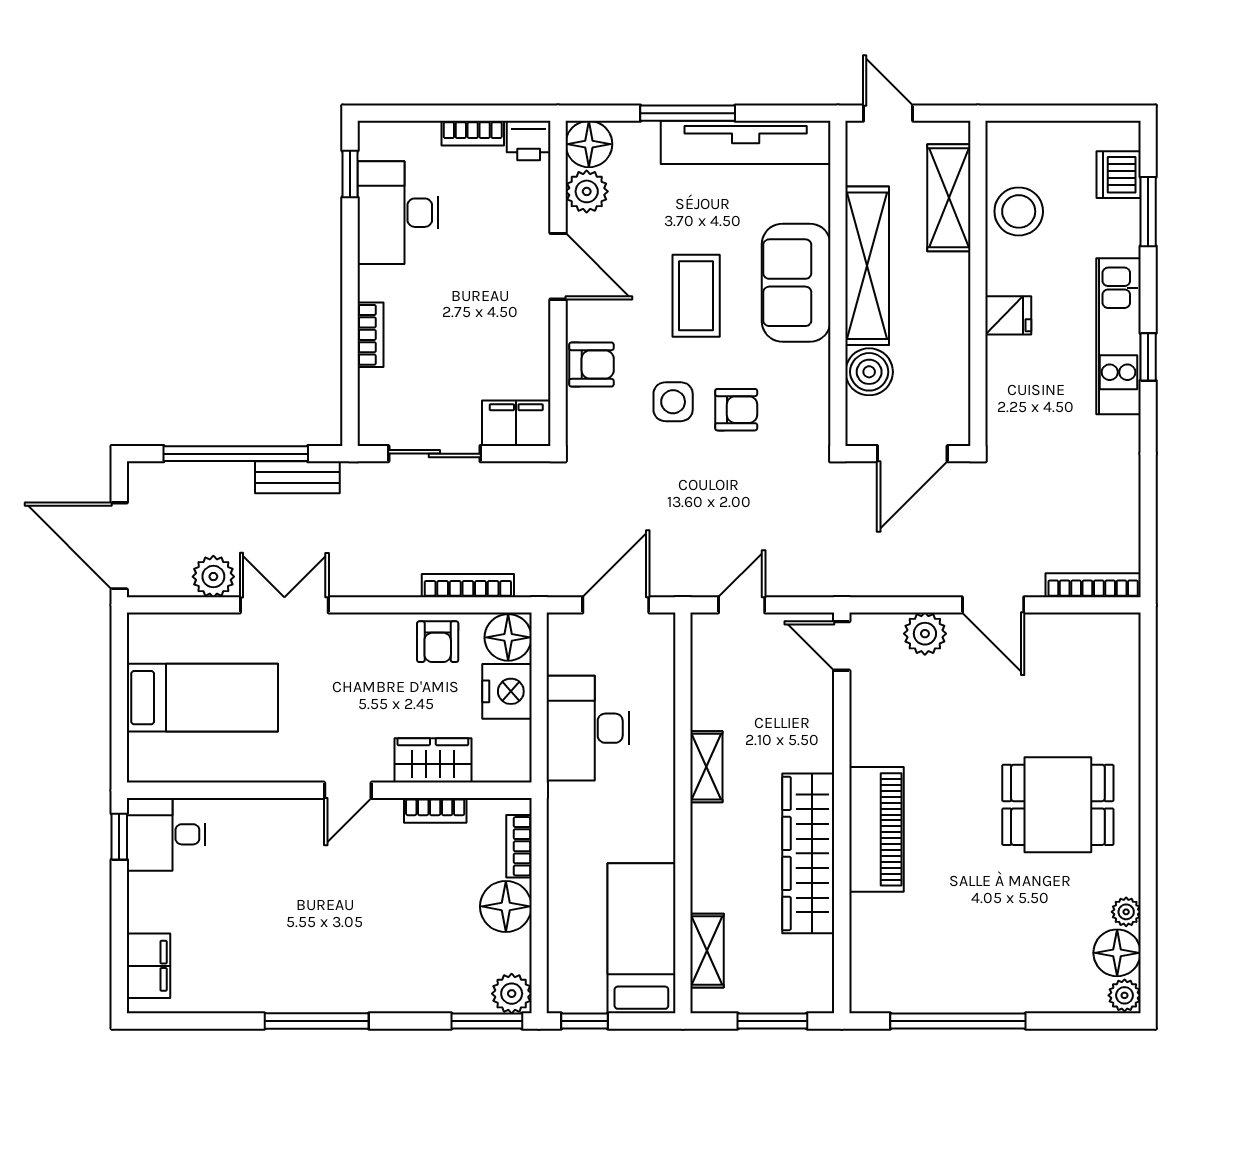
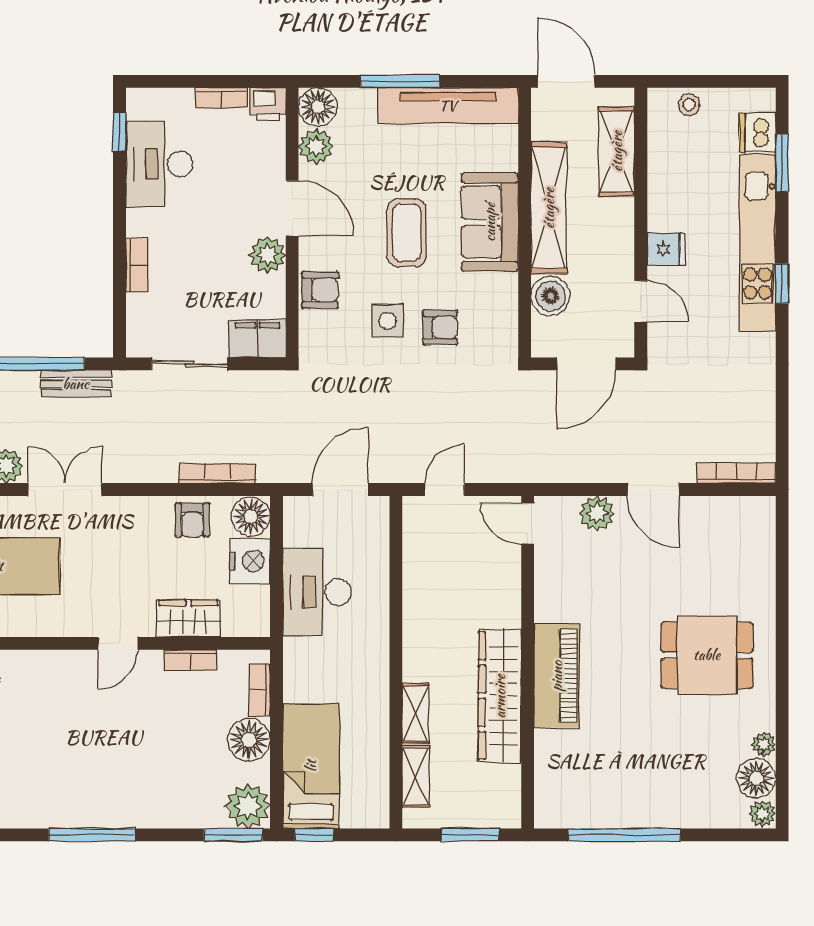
door: (888, 113) -> (566, 81), width x1.38
stool: (1019, 211) -> (689, 105), moved, width x0.53, depth x0.53
plant: (528, 322) -> (268, 255), added
kitchen unit: (1119, 336) -> (757, 243), width x1.36
door: (978, 378) -> (641, 301), added
shelving: (706, 767) -> (415, 714), moved
bed: (641, 938) -> (311, 766), moved
plant: (512, 994) -> (248, 806), width x1.36, depth x1.36

